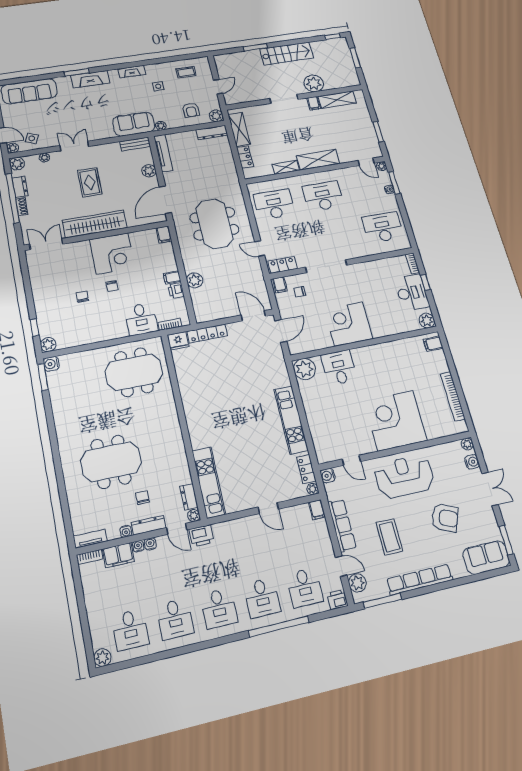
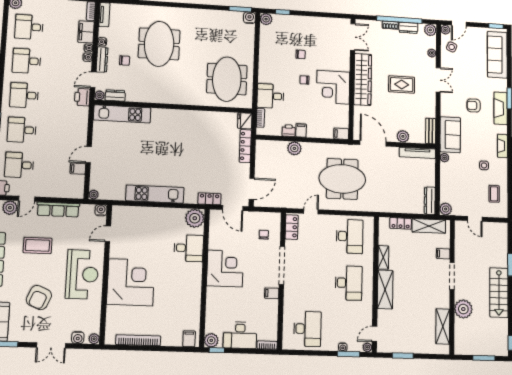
filing cabinet: (314, 103) -> (443, 254), moved
armchair: (191, 110) -> (474, 105), moved
window: (425, 282) -> (217, 350), moved
filing cabinet: (280, 285) -> (272, 293), moved
locker: (306, 469) -> (209, 199), moved
filing cabinet: (317, 510) -> (78, 169), moved

